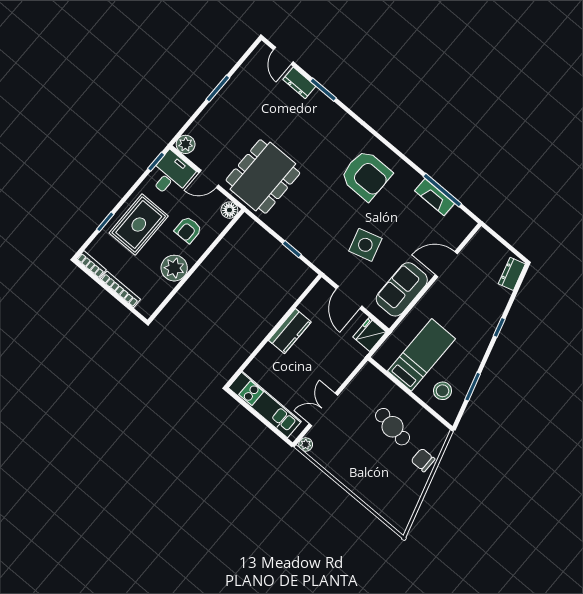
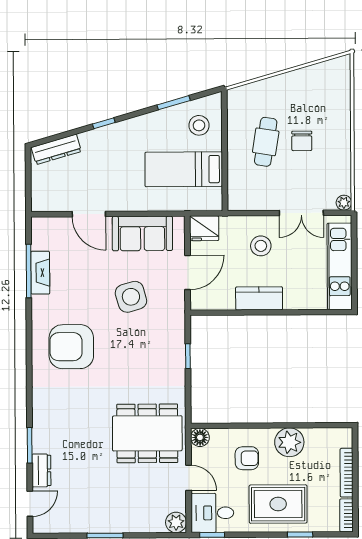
armchair: (366, 175) -> (71, 347), turned -90
dresser: (512, 274) -> (56, 149), width x1.44
stool: (324, 363) -> (261, 246), added
chair: (423, 460) -> (302, 141), moved

